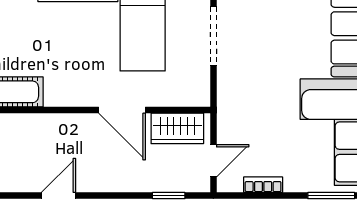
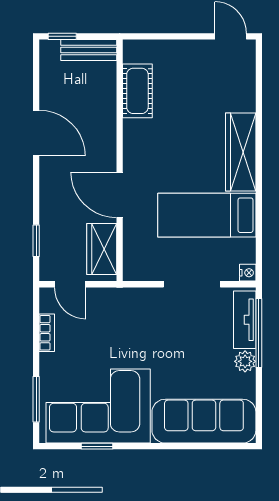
door: (122, 110) -> (120, 195), hinge flipped
door: (58, 196) -> (36, 133), width x1.38

